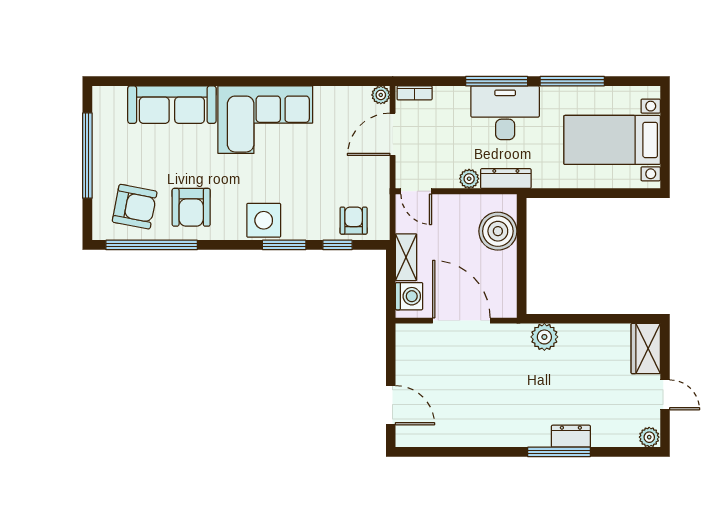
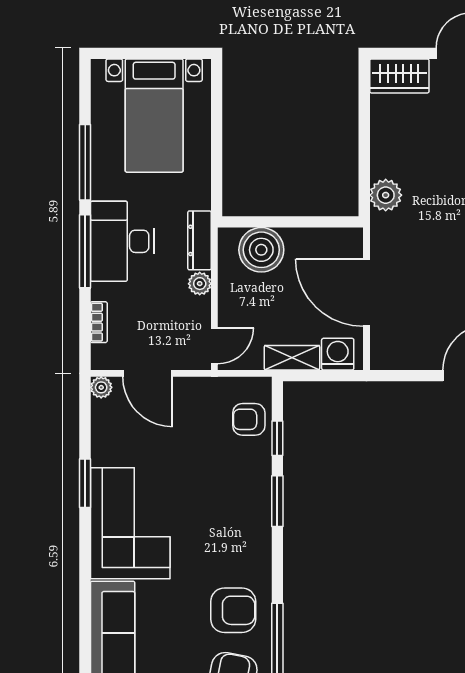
window: (299, 81) -> (85, 483), added
bookcase: (415, 93) -> (99, 322), moved
side table: (264, 220) -> (249, 525), removed
door: (461, 321) -> (366, 293), hinge flipped

